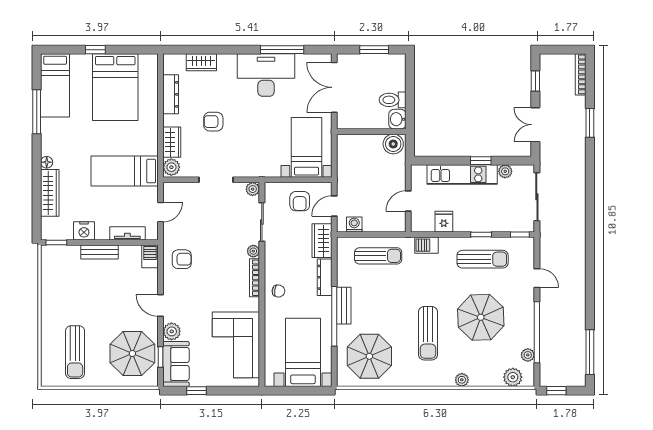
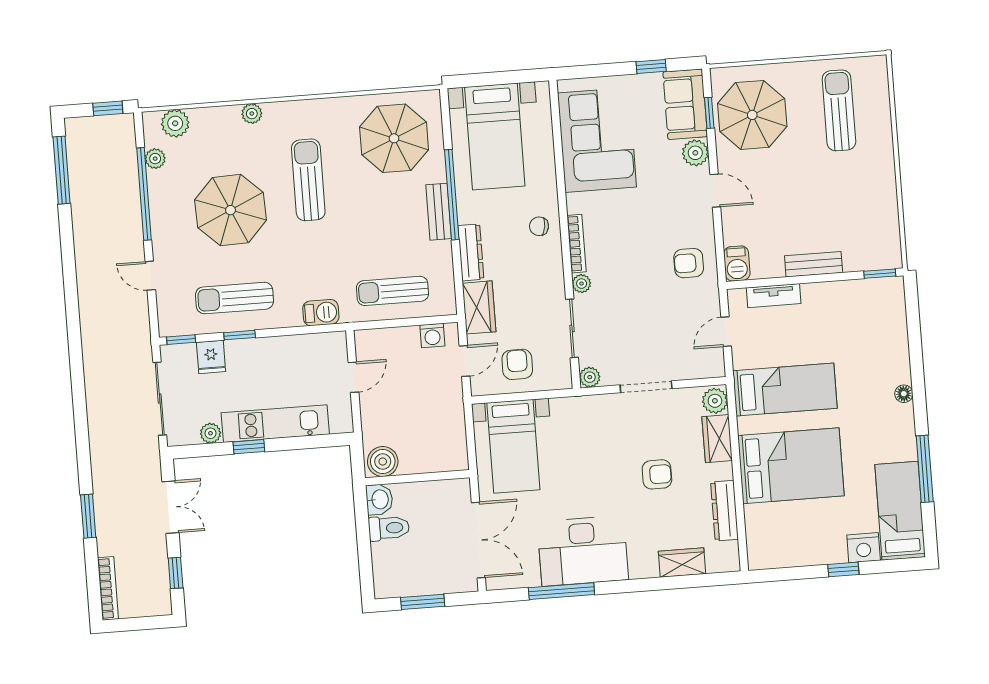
bed: (115, 87) -> (791, 466), moved, turned 90
wardrobe: (50, 193) -> (895, 348), removed
fridge: (444, 222) -> (211, 357), moved
nightstand: (84, 231) -> (864, 548), moved, turned 180

